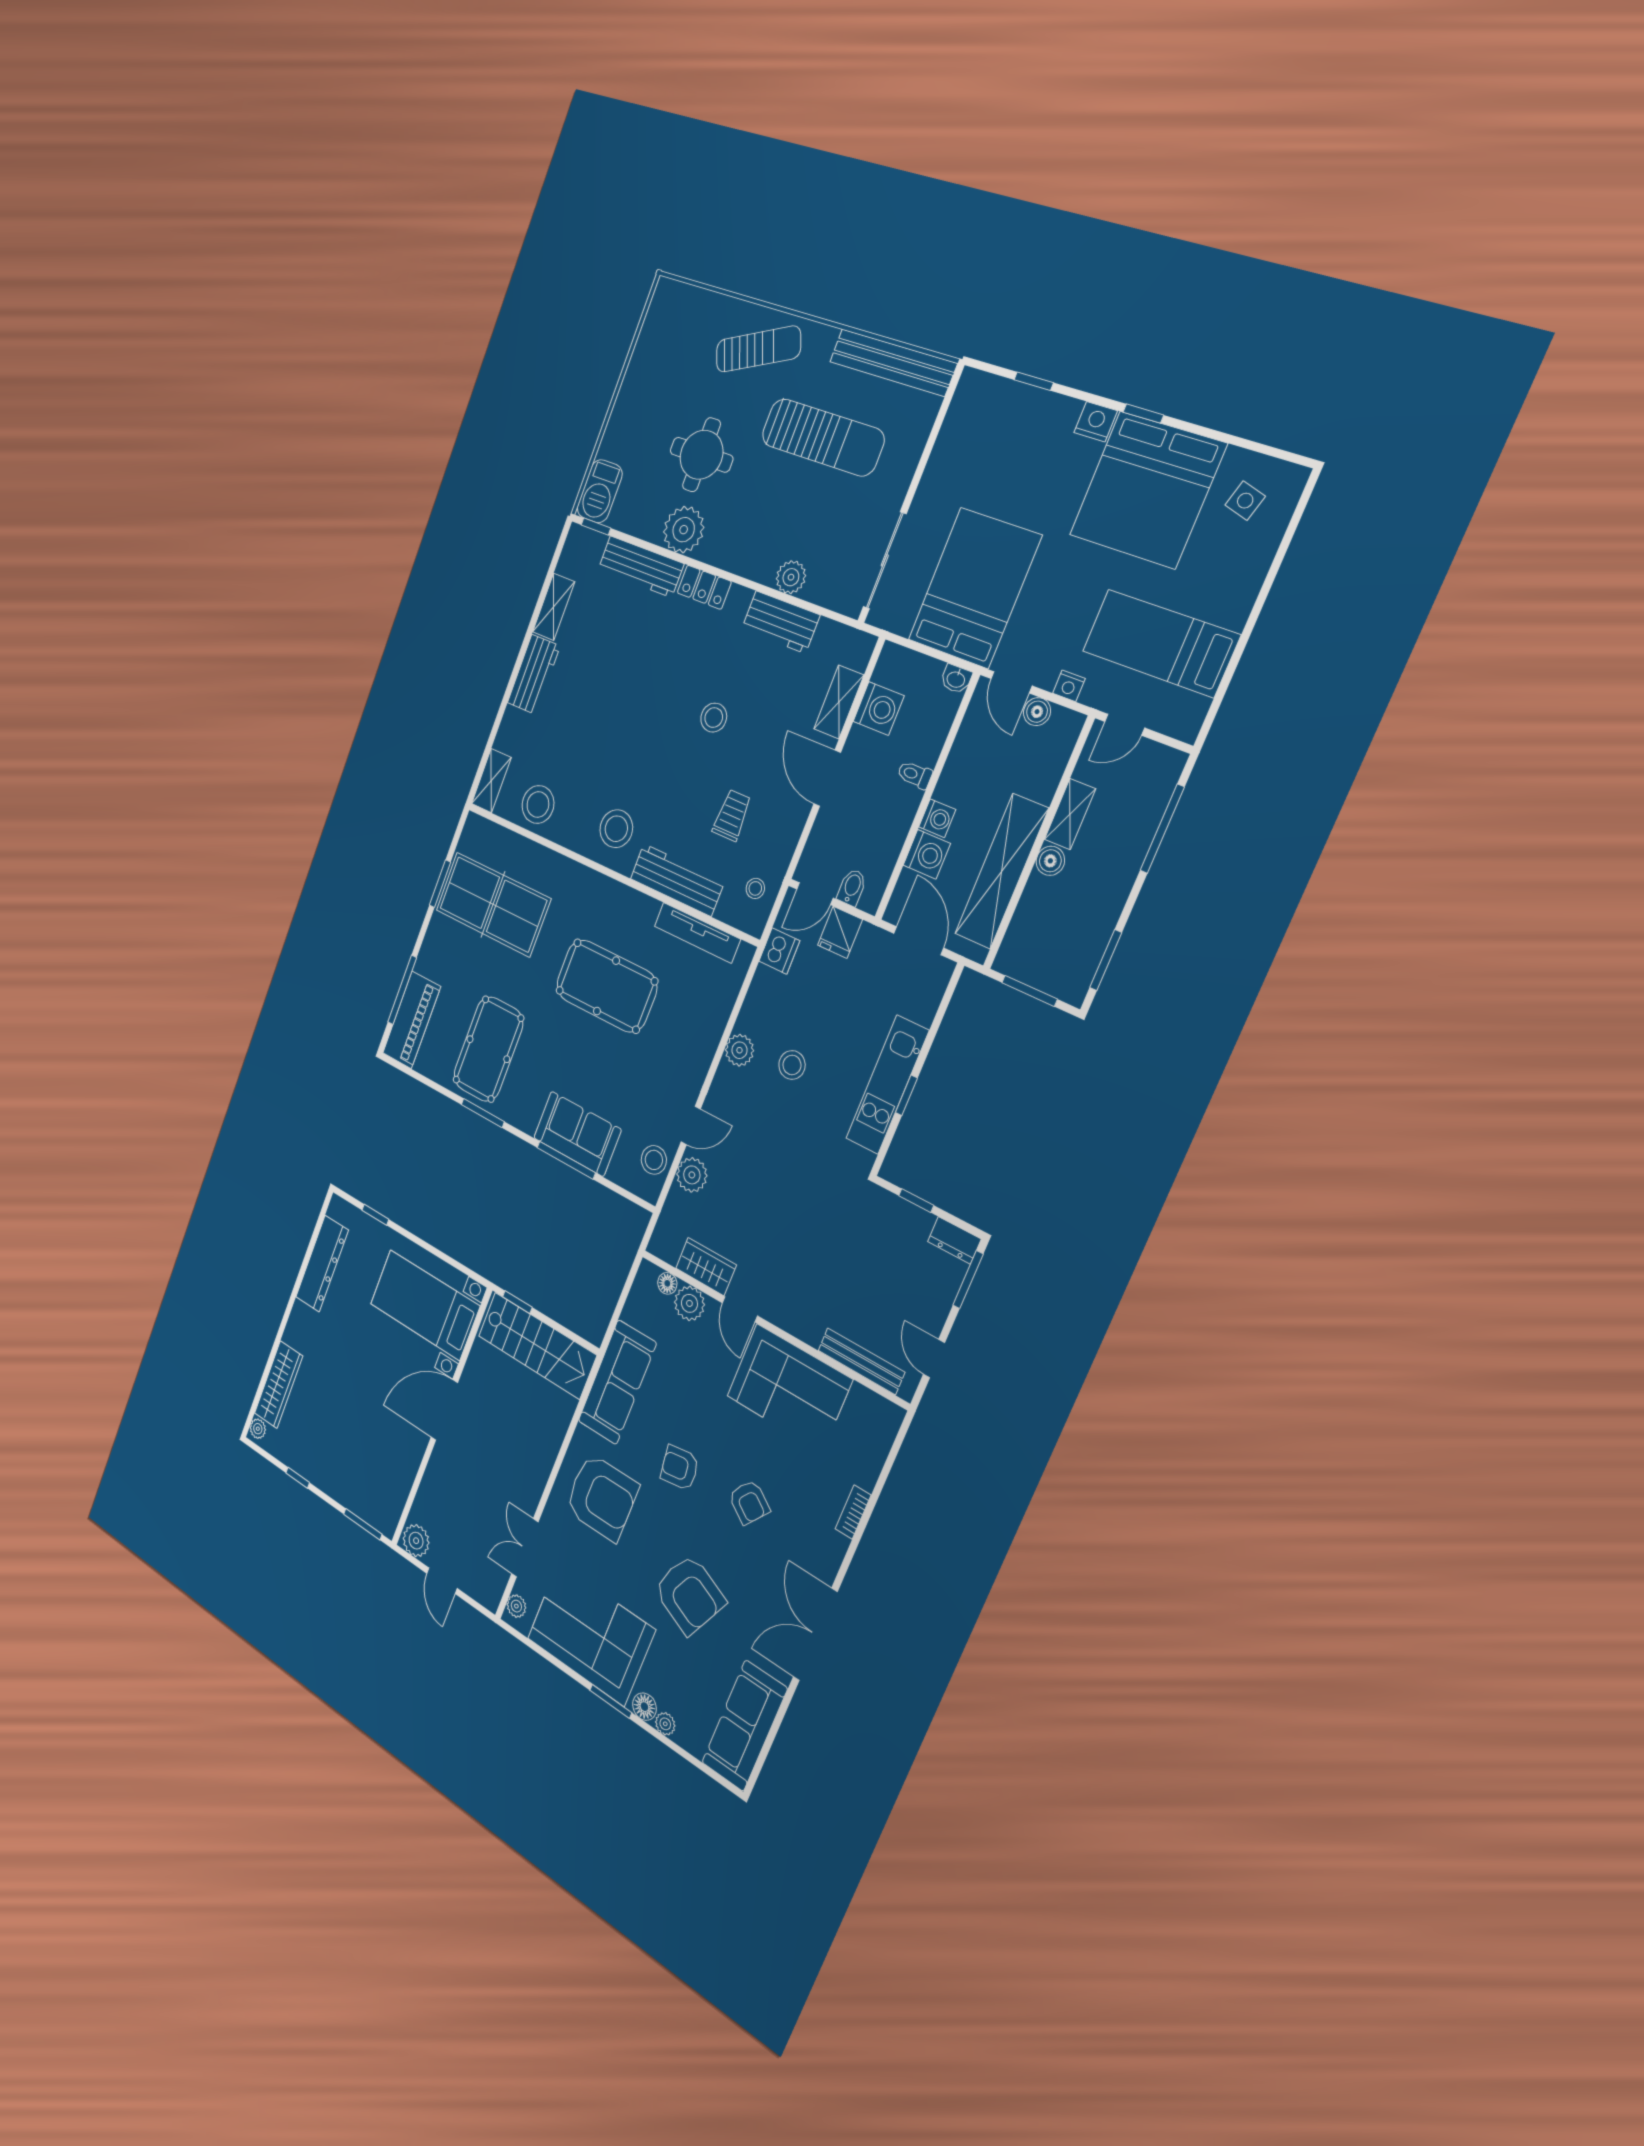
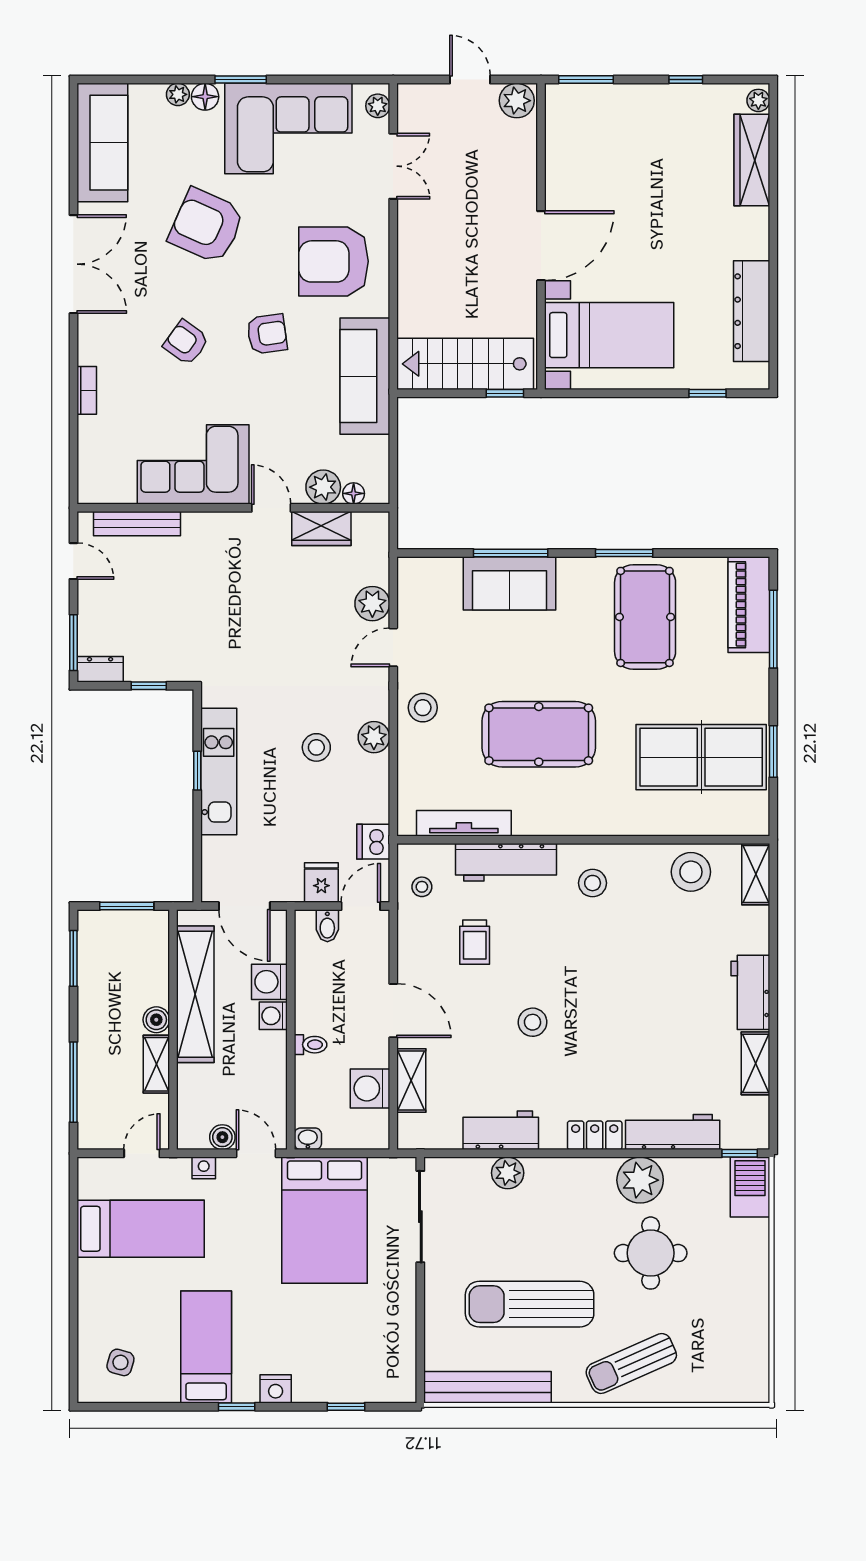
bed: (1147, 490) -> (206, 1347), width x0.49
stool: (616, 829) -> (593, 883), width x0.73, depth x0.73
stool: (654, 1160) -> (423, 708), moved

